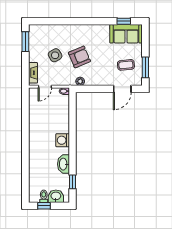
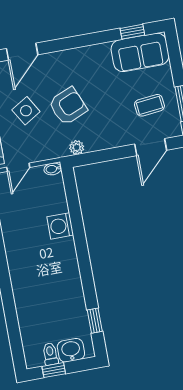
door: (59, 21) -> (22, 52), added
washing machine: (63, 140) -> (60, 226), moved
washbasin: (63, 164) -> (74, 293), removed

